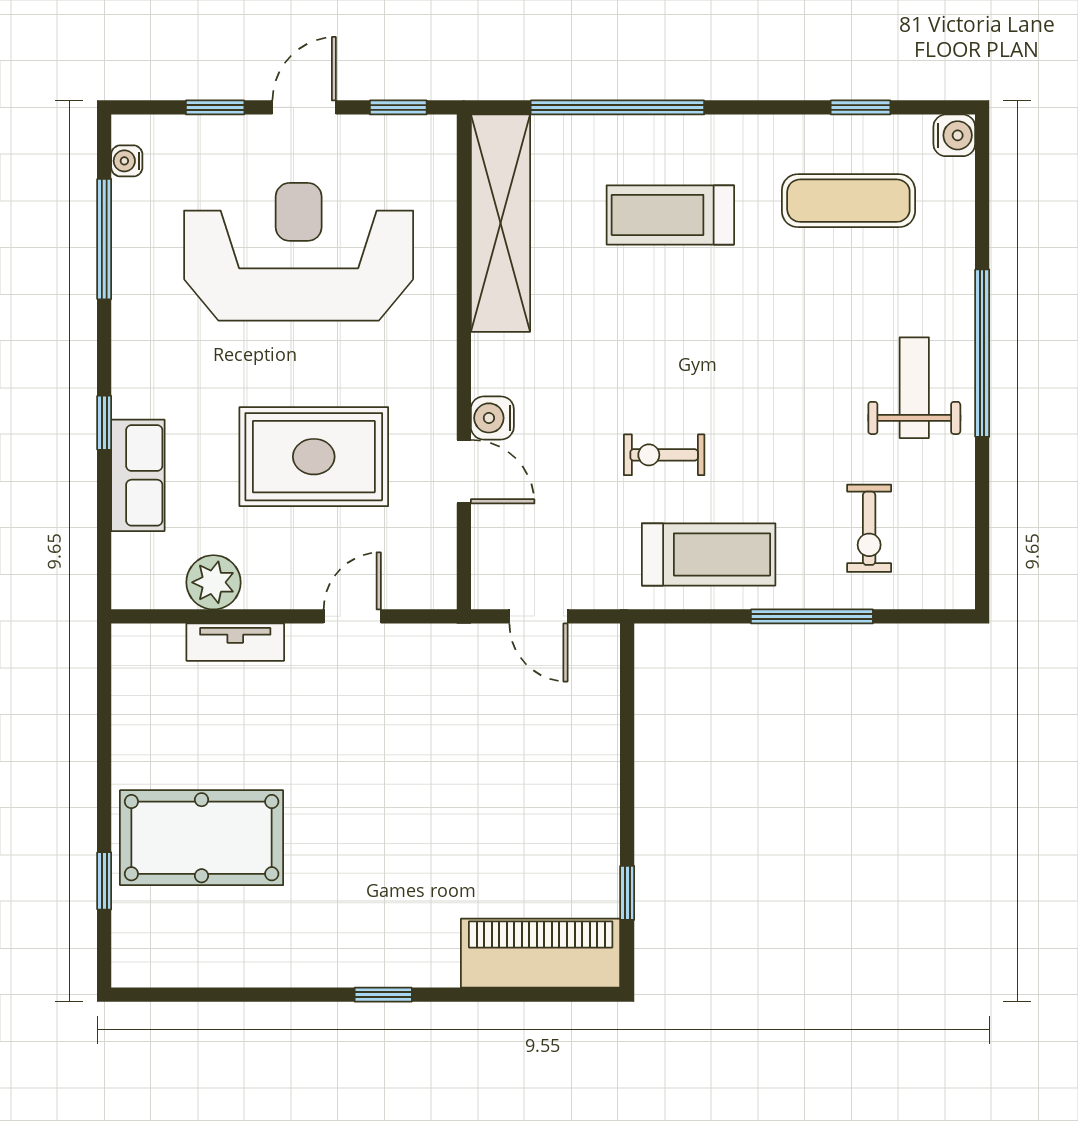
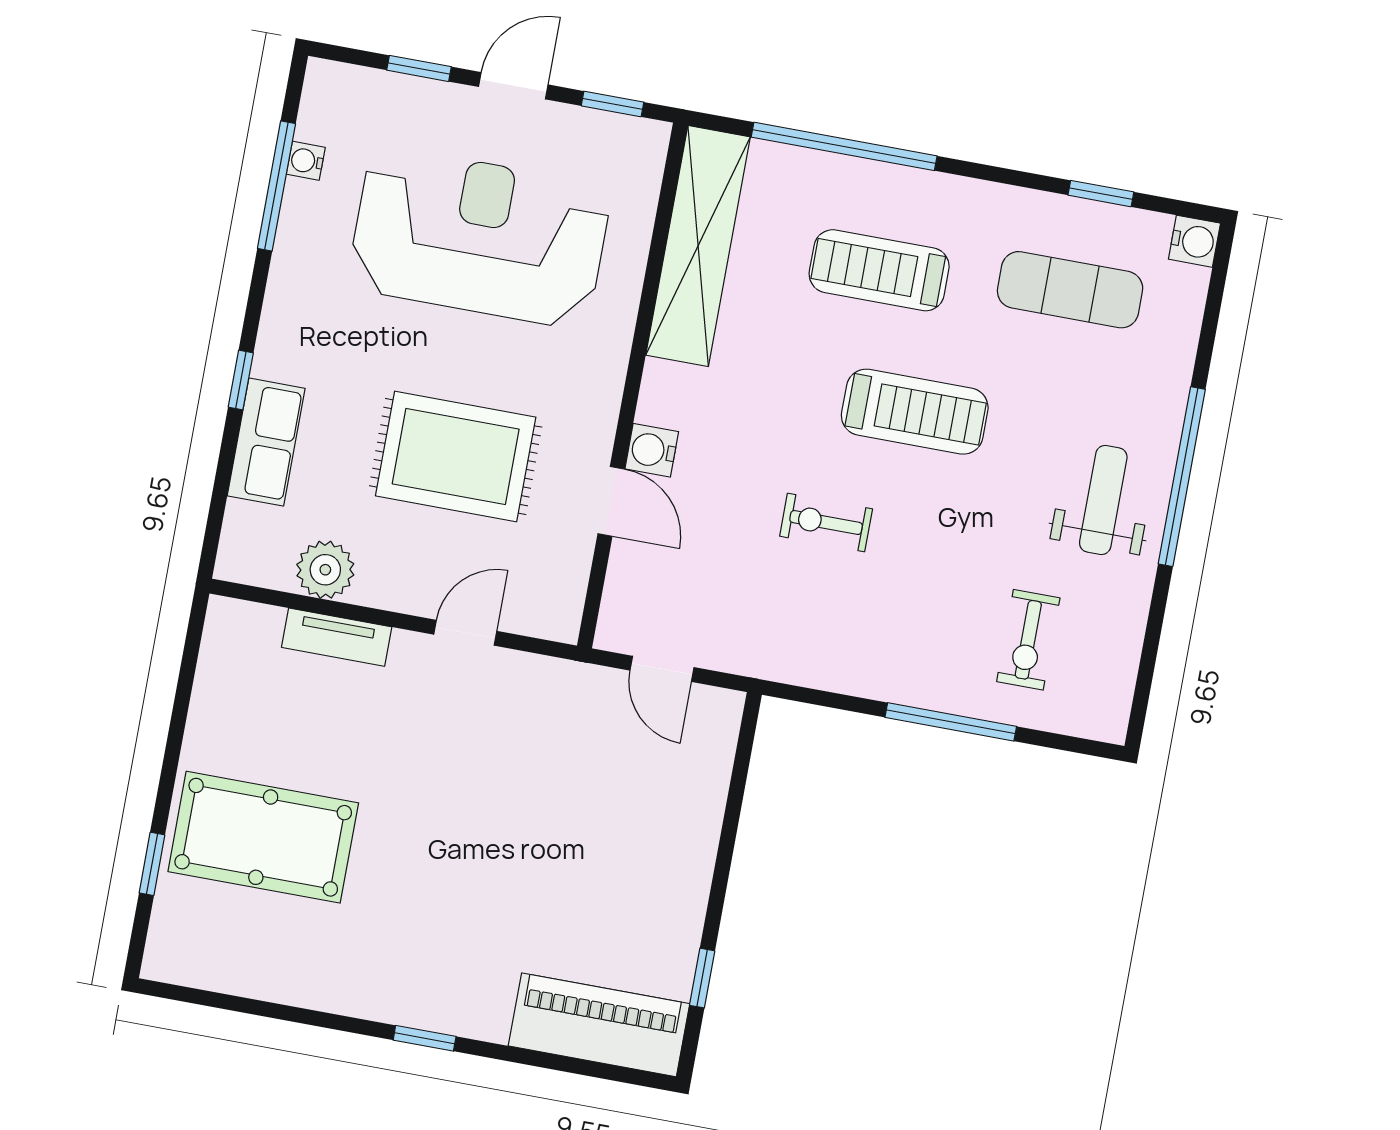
water cooler: (127, 161) -> (306, 161), moved
treadmill: (709, 554) -> (915, 412), moved

